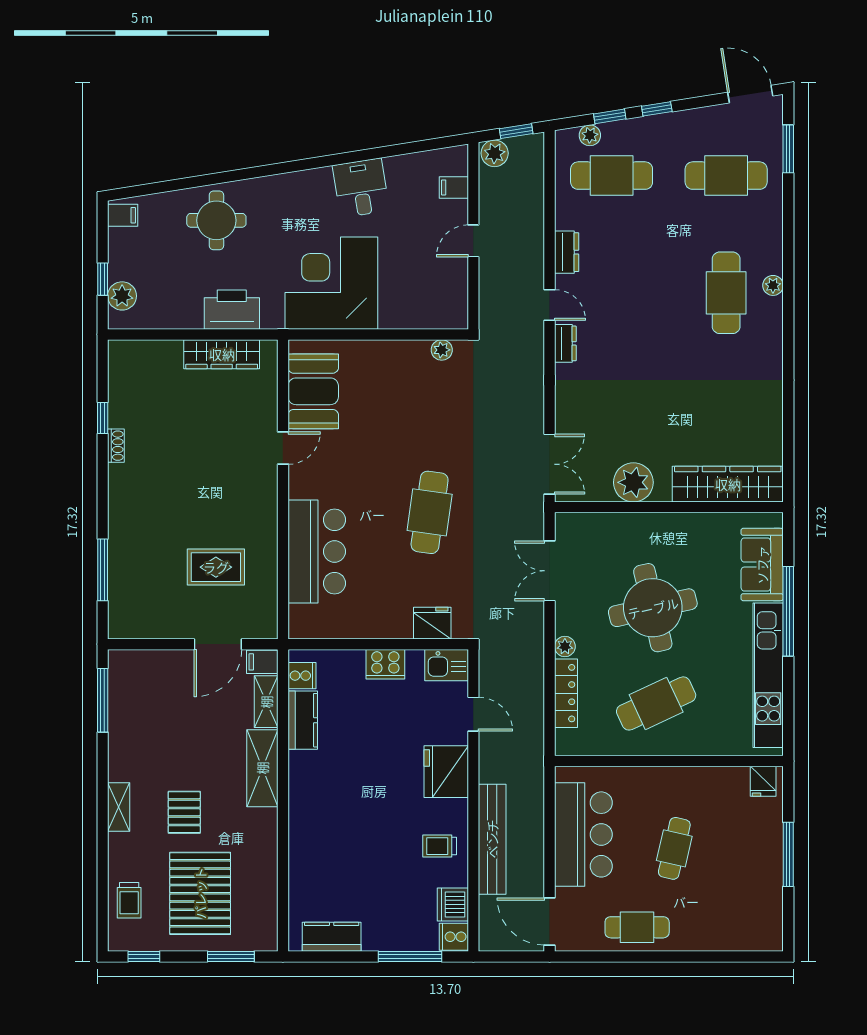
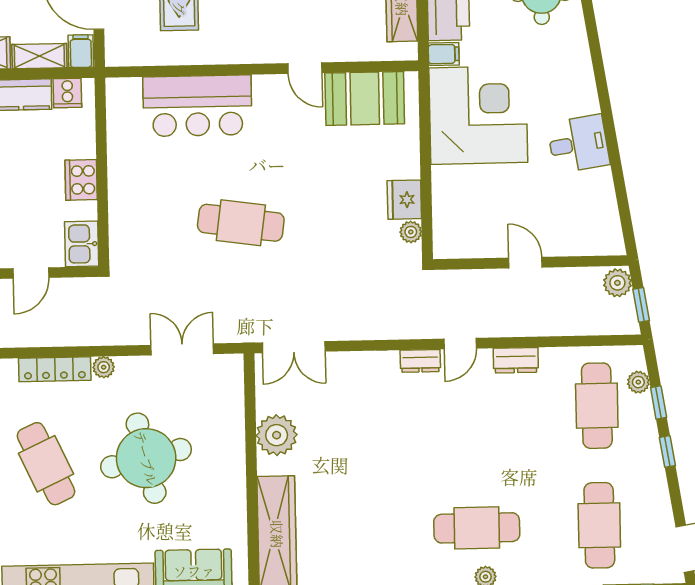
filing cabinet: (454, 187) -> (444, 54), moved, turned 90
fridge: (432, 623) -> (404, 200), moved, turned 180

